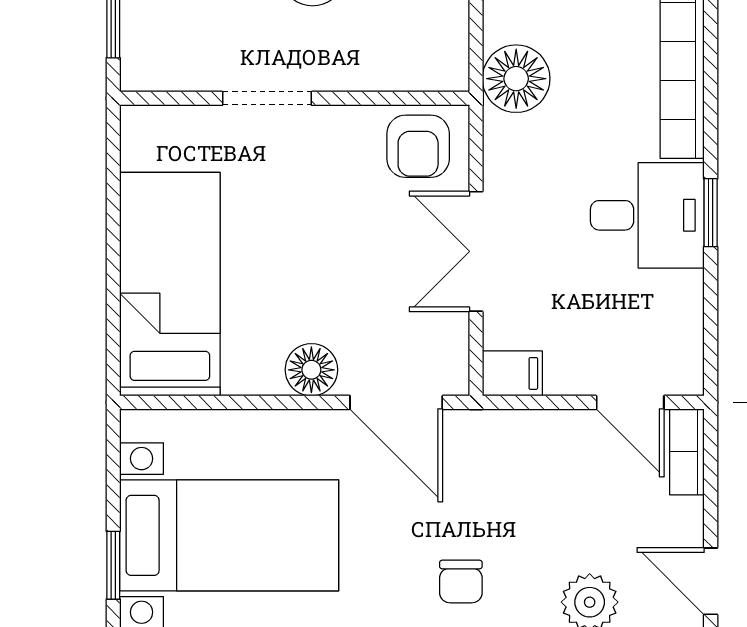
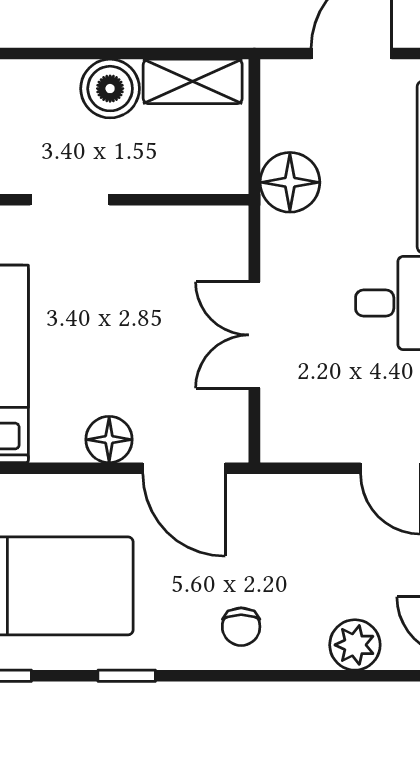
armchair: (418, 146) -> (203, 242), removed
filing cabinet: (512, 373) -> (287, 443), removed

